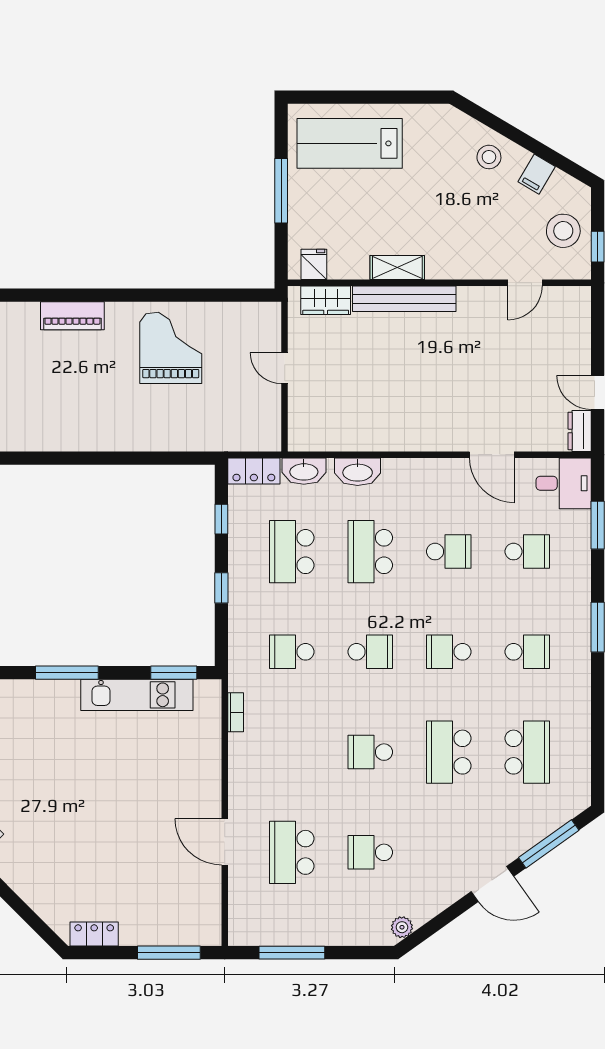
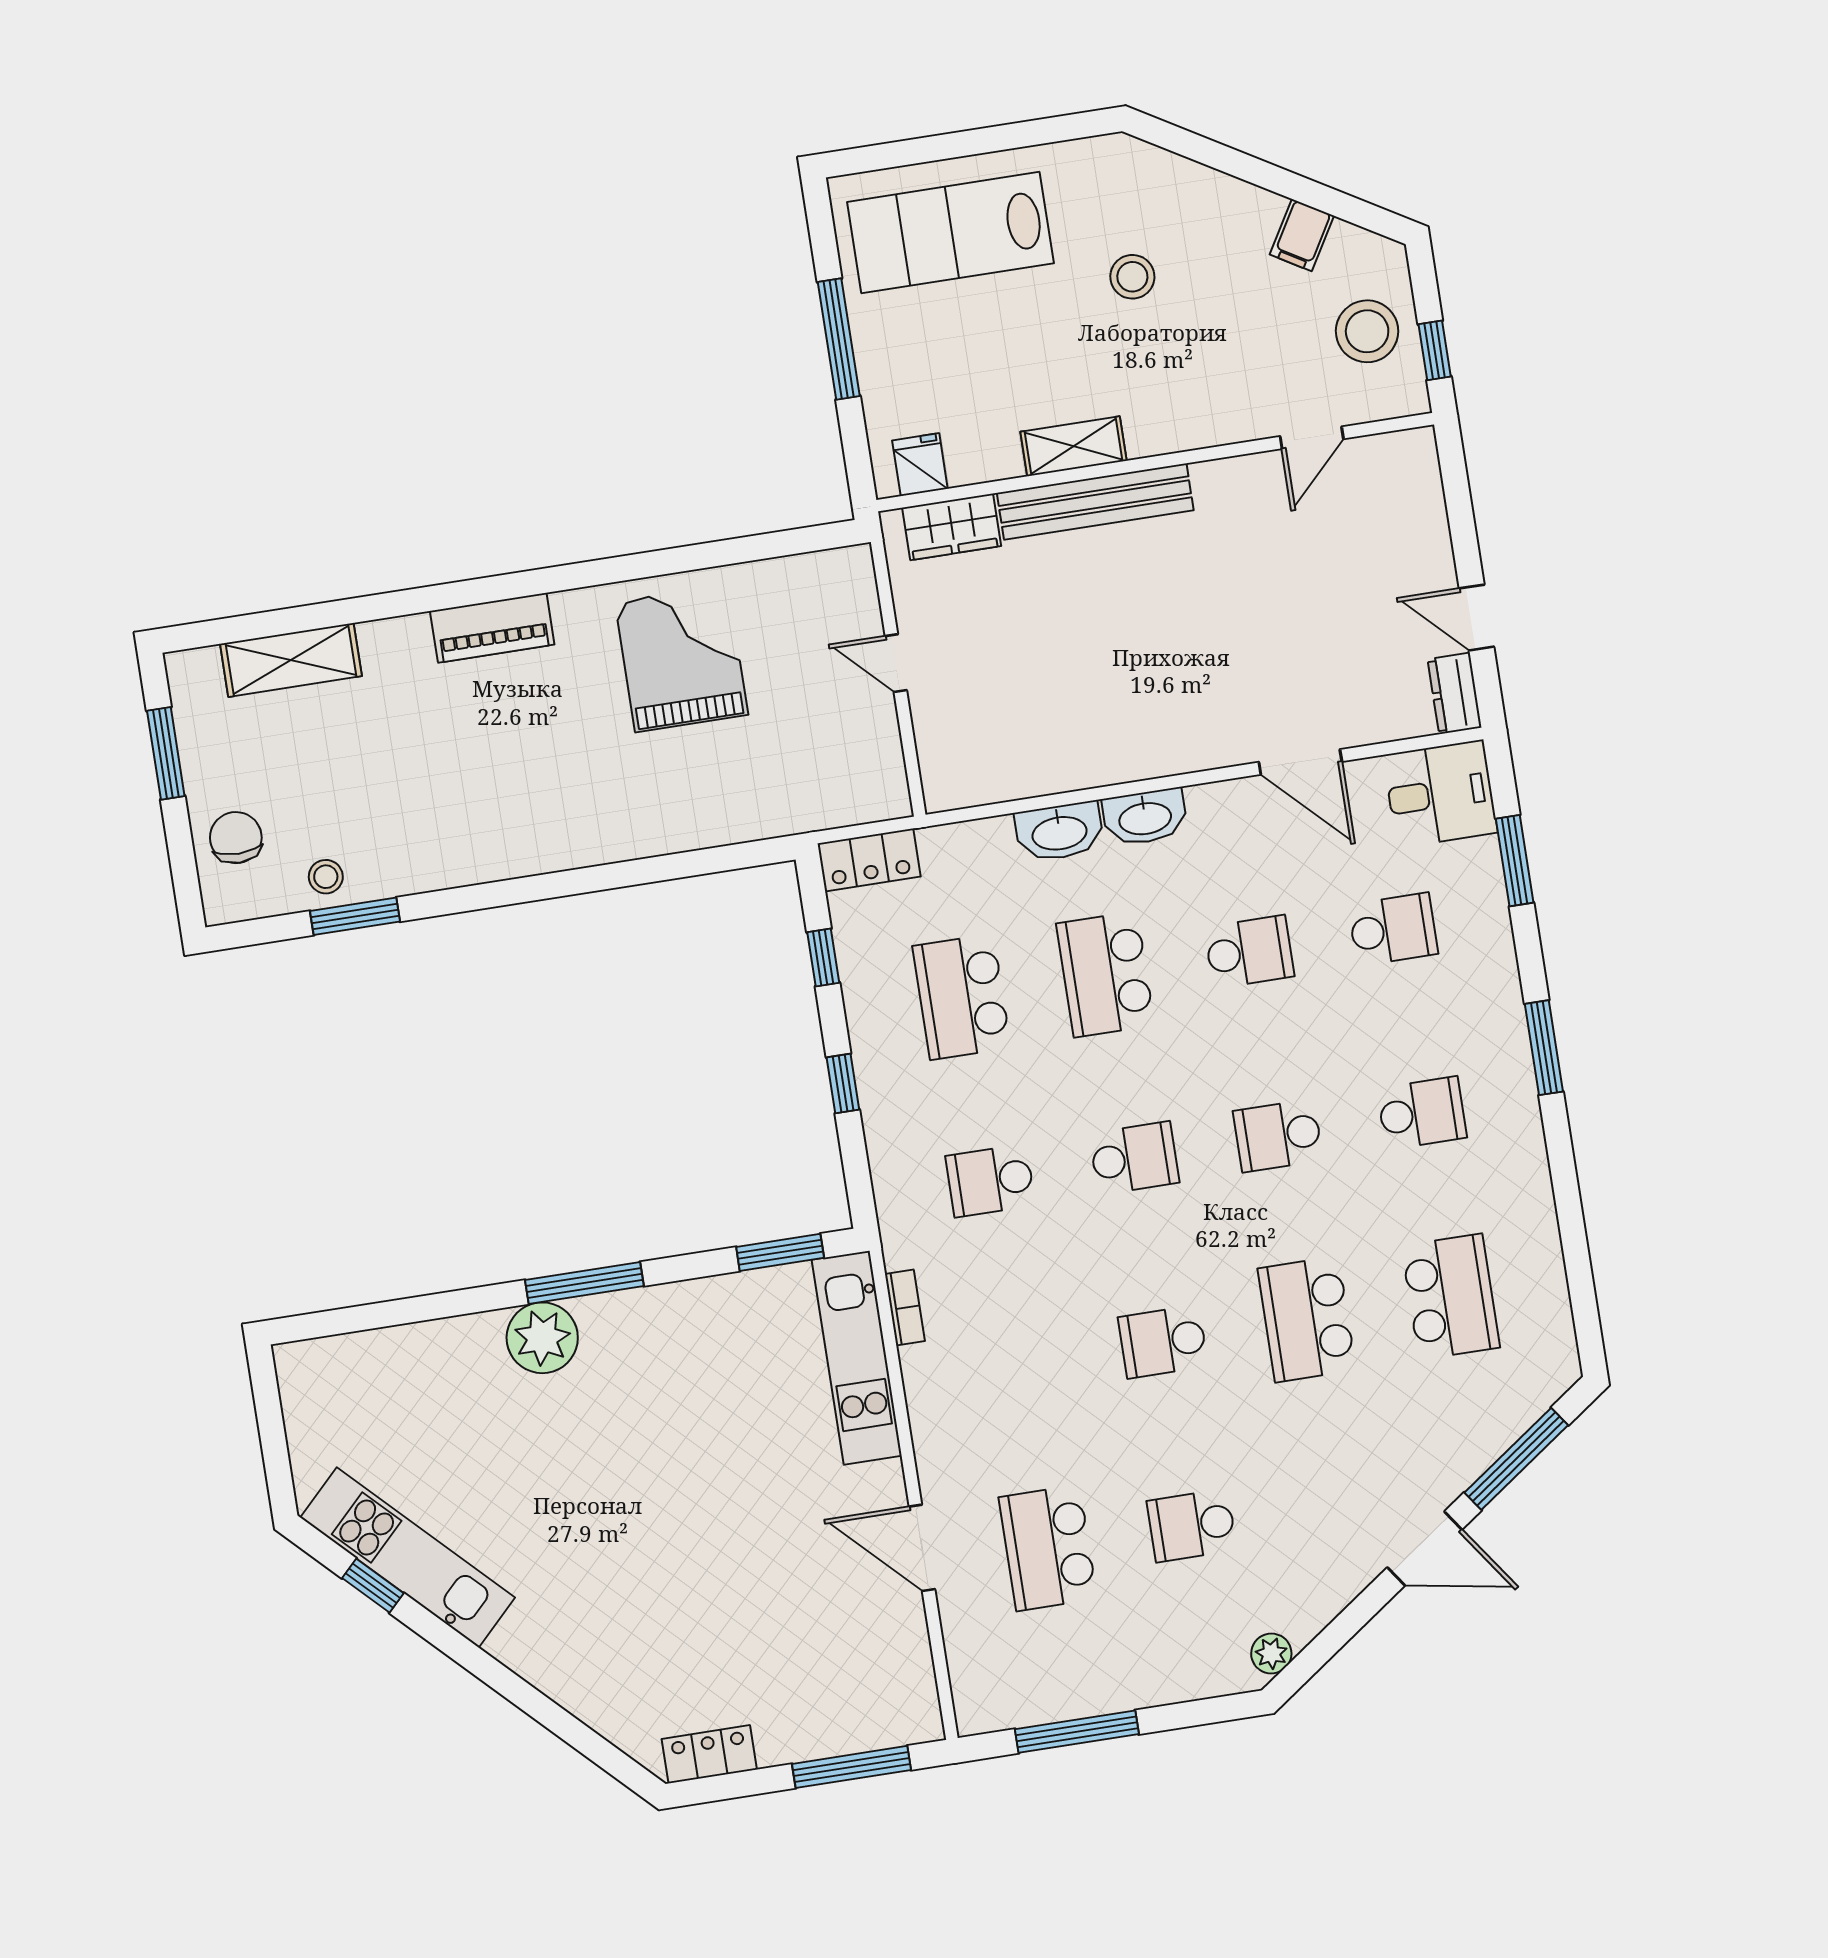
stool: (489, 157) -> (1132, 277), moved
washbasin: (304, 471) -> (1145, 817), moved
kitchen unit: (137, 695) -> (857, 1358), moved, turned 90
plant: (40, 698) -> (542, 1338), added

